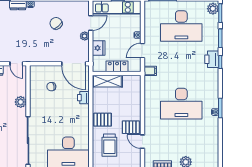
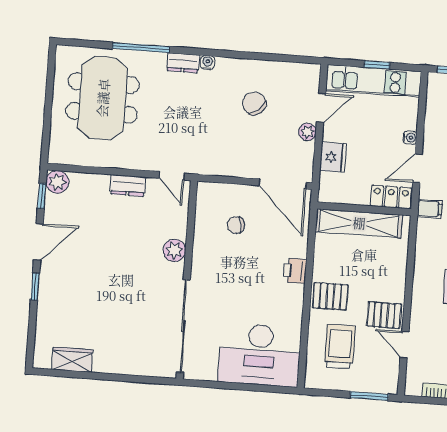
locker: (117, 66) -> (391, 197), moved
shelving: (107, 81) -> (359, 223), width x1.47
printer: (83, 98) -> (295, 271), moved
trolley: (109, 145) -> (340, 347), turned 180

